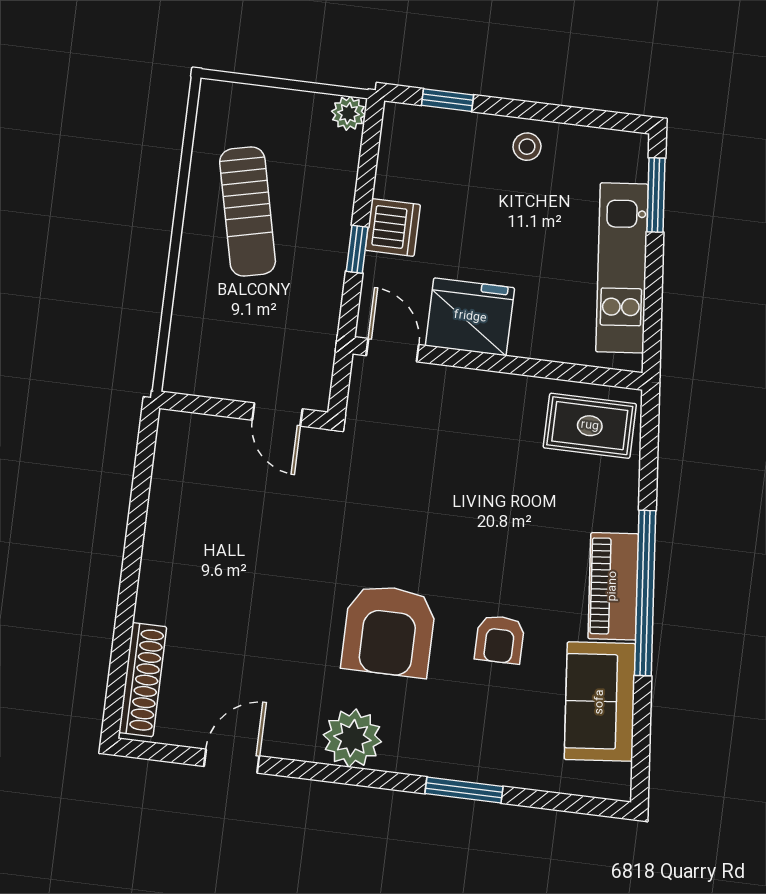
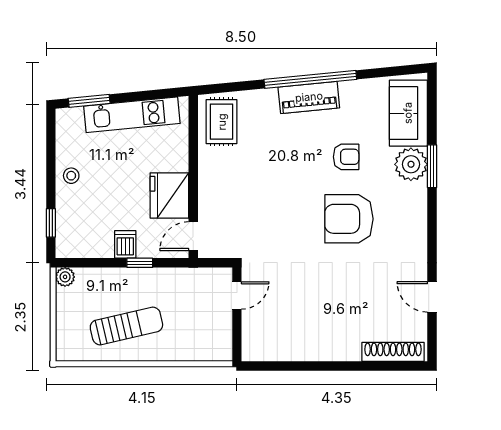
dishwasher: (393, 227) -> (125, 244), width x0.73
armchair: (389, 631) -> (349, 219), turned 180
sofa: (600, 702) -> (408, 113), moved, turned 96
plant: (352, 738) -> (411, 164), moved

